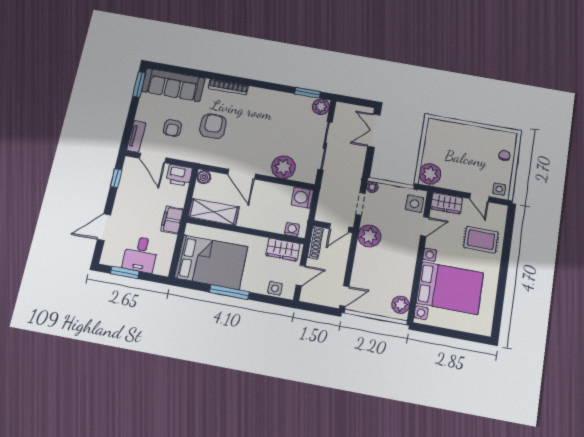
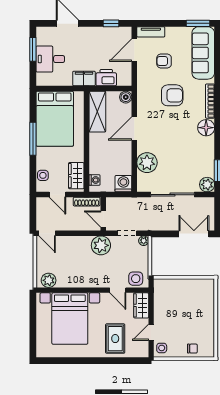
floor lamp: (257, 96) -> (206, 128), added
plant: (430, 174) -> (164, 288), removed
printer: (179, 175) -> (106, 78), moved, turned 90

